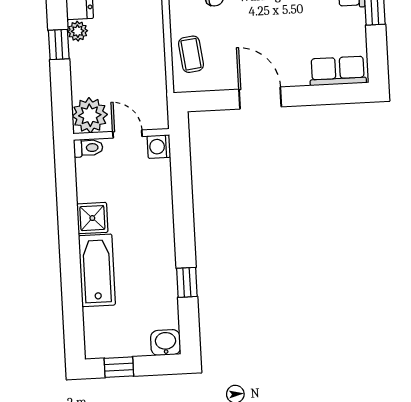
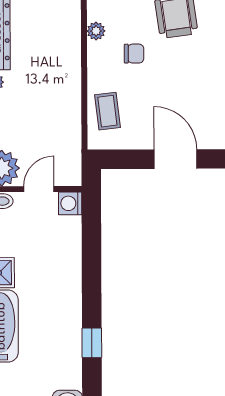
door: (127, 134) -> (39, 189), hinge flipped

